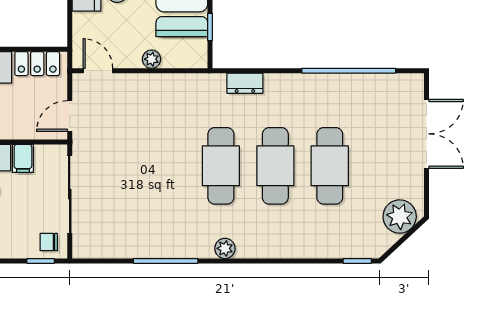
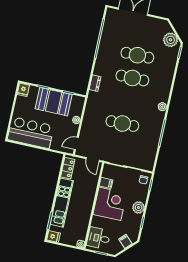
cafe table: (221, 166) -> (122, 124), moved
plant: (400, 217) -> (170, 40), moved

